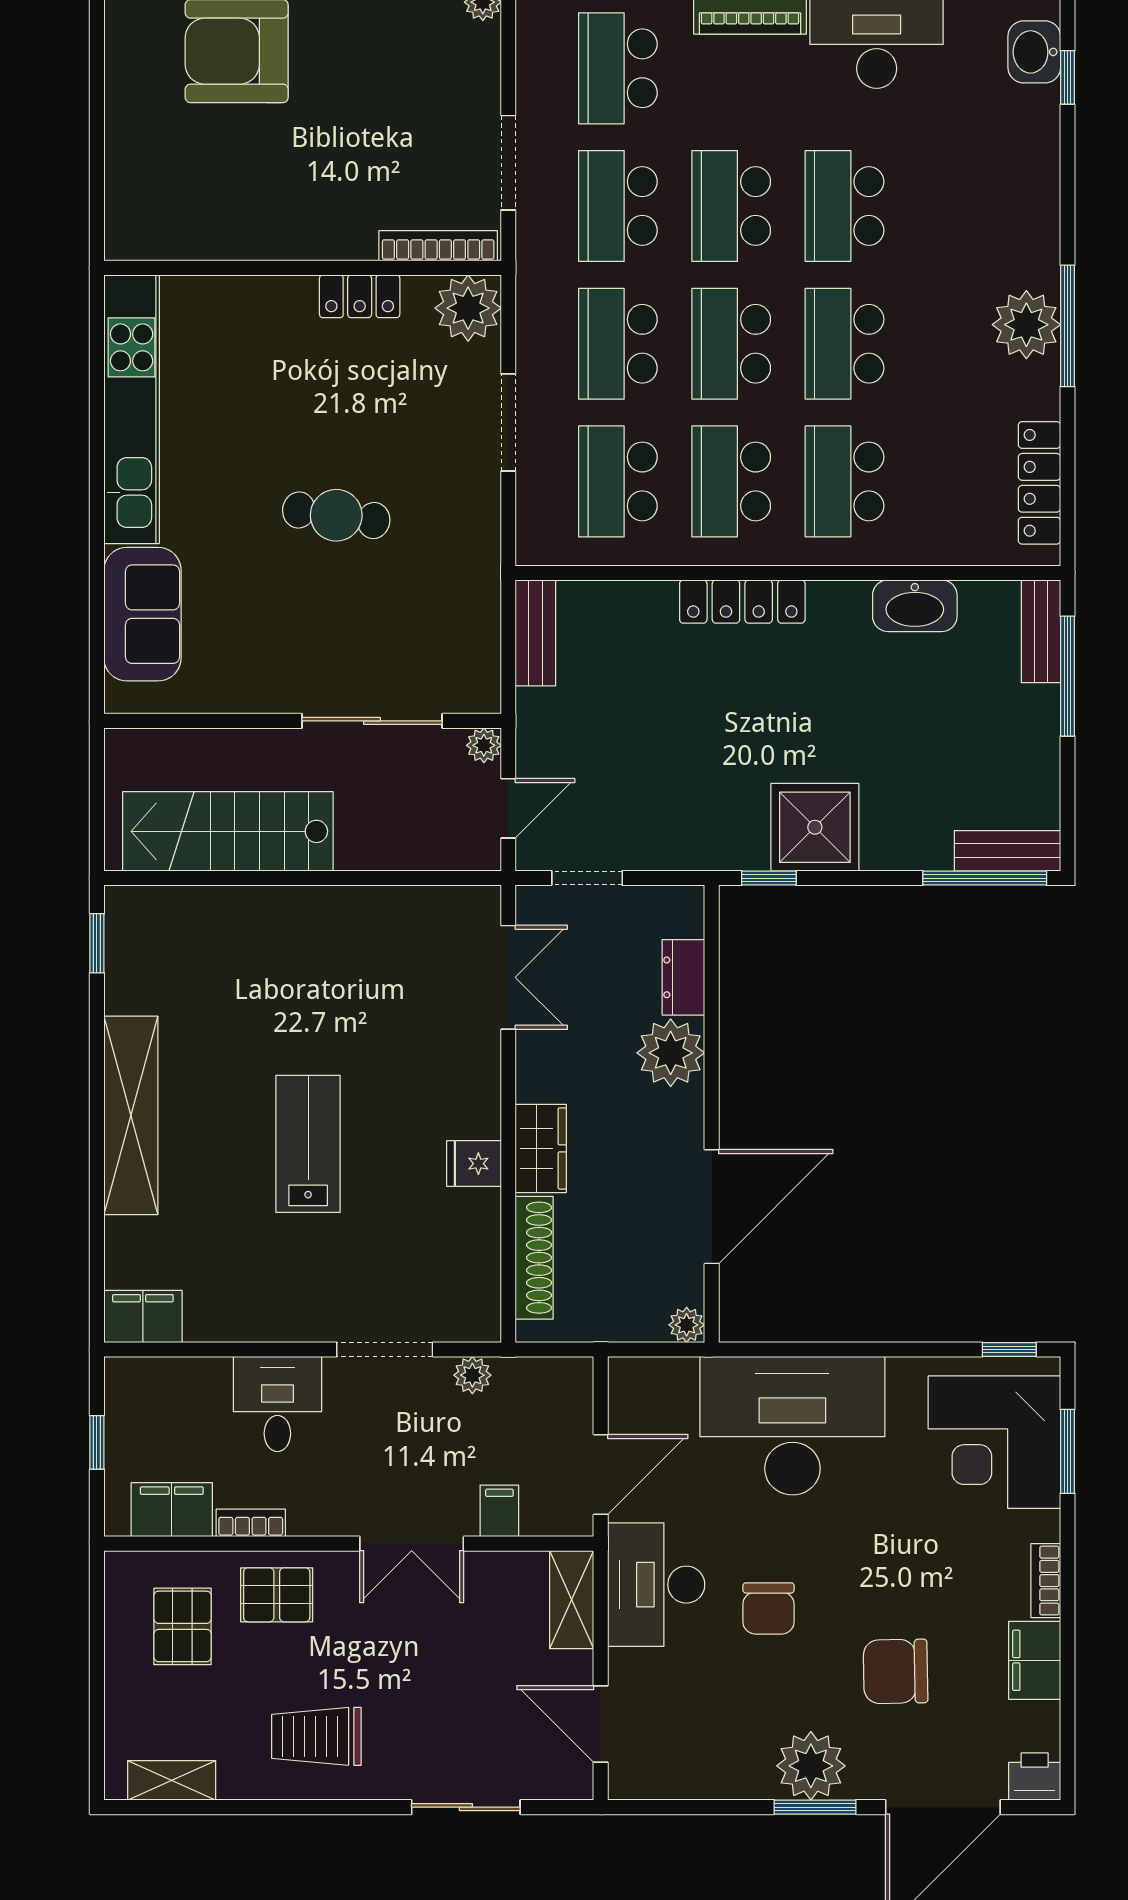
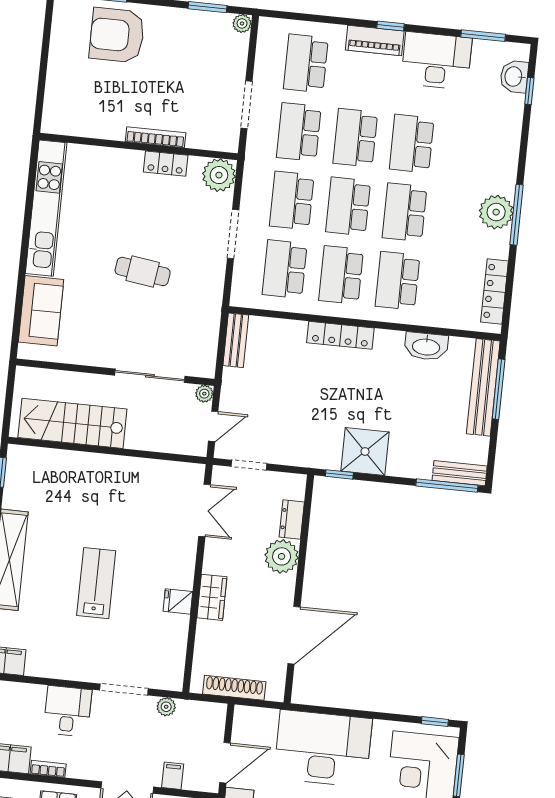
bookcase: (438, 246) -> (156, 137), moved
bench: (1041, 631) -> (483, 387), width x1.86, depth x1.21
shoe rack: (534, 1258) -> (234, 688), moved, turned -90
plant: (687, 1325) -> (275, 693), removed

